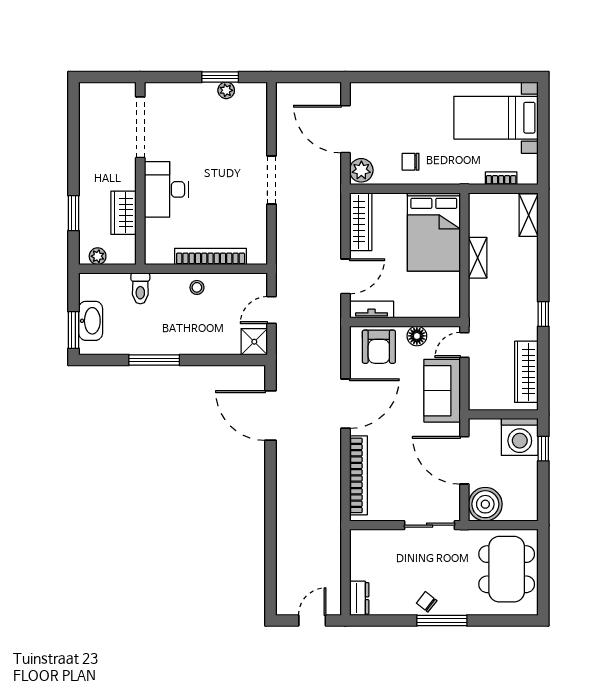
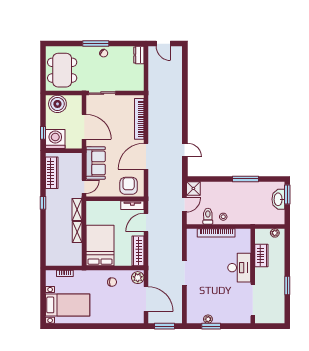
window: (310, 77) -> (164, 326), added
window: (74, 213) -> (287, 285), moved
shelving: (529, 215) -> (77, 210), moved
toilet: (140, 288) -> (208, 216), moved
floor lamp: (417, 336) -> (109, 191), removed
door: (271, 416) -> (185, 150), width x0.53
boiler: (485, 504) -> (57, 104), moved
door: (312, 621) -> (163, 43), hinge flipped

